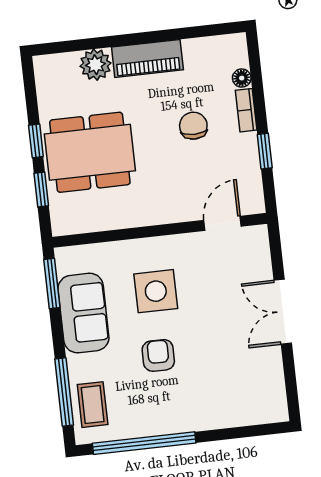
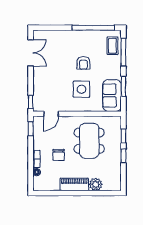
window: (265, 151) -> (31, 129), moved
dining table: (90, 152) -> (89, 141), moved, turned 90
window: (275, 246) -> (31, 102), added
window: (52, 284) -> (123, 86), moved
double door: (283, 312) -> (31, 53), moved
sofa: (83, 313) -> (112, 96), moved

